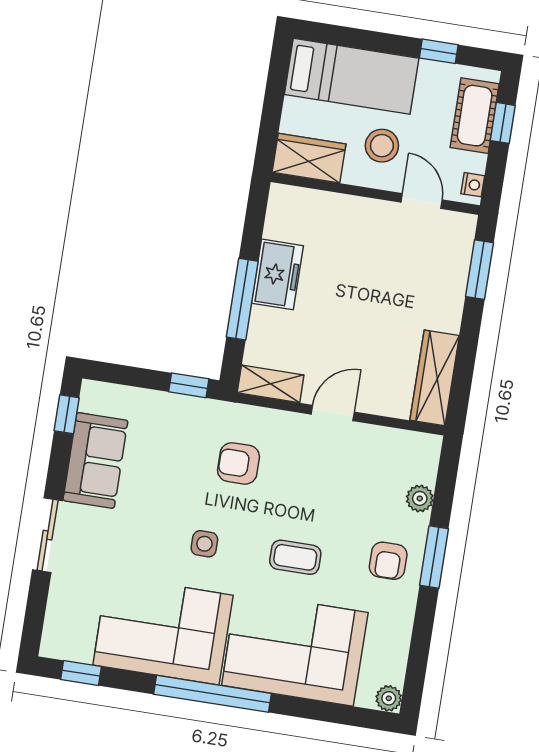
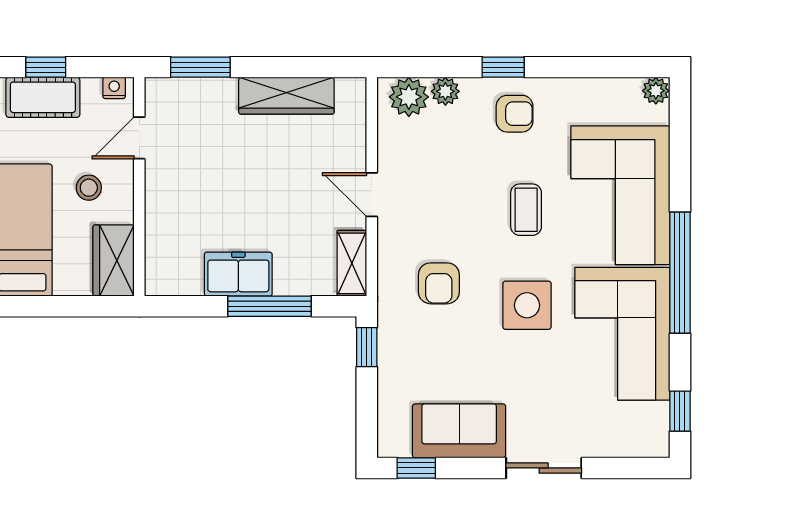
stool: (382, 146) -> (89, 188), width x0.73, depth x0.73
wardrobe: (435, 378) -> (286, 96), moved
plant: (420, 463) -> (409, 97), added
side table: (204, 544) -> (527, 305), width x1.87, depth x1.87
window: (434, 557) -> (503, 67), width x0.67

